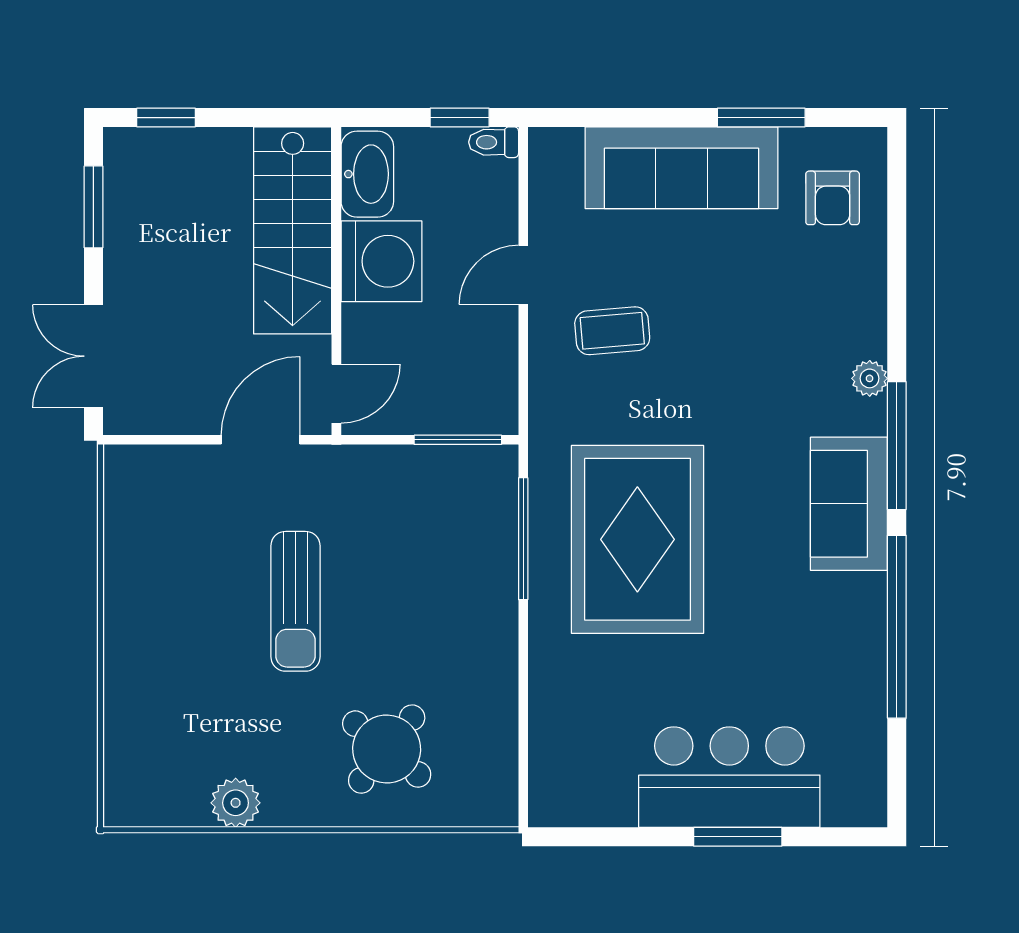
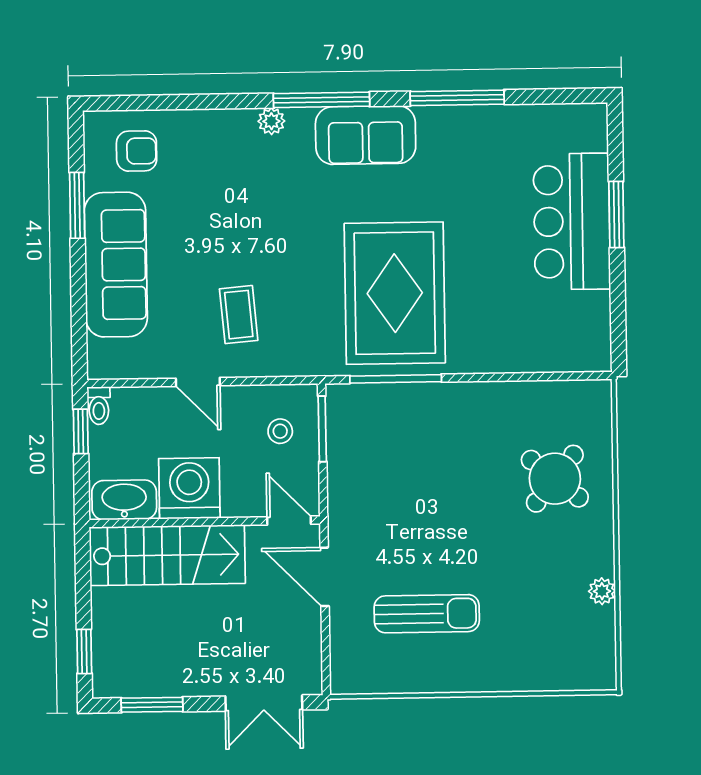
stool: (456, 384) -> (280, 431), added
rug: (637, 539) -> (395, 293), turned 90
sun lounger: (295, 601) -> (427, 614), moved
window: (897, 627) -> (457, 98), width x0.68
plant: (236, 803) -> (602, 591), width x0.73, depth x0.73

